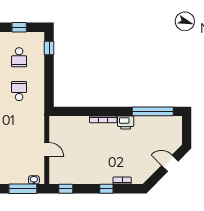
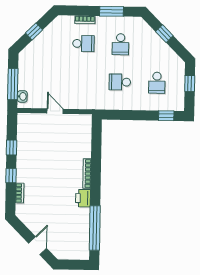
school desk: (19, 57) -> (157, 83), turned -90
school desk: (19, 91) -> (120, 82), turned 180
door: (47, 150) -> (55, 111), swing flipped
window: (66, 189) -> (12, 148), moved

